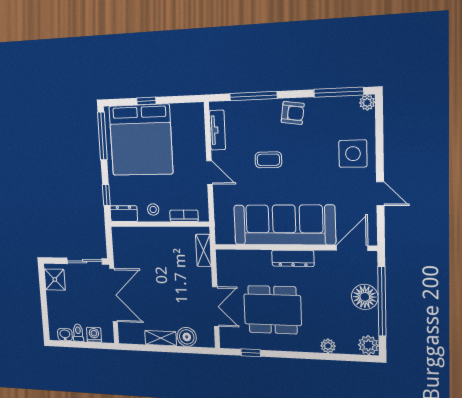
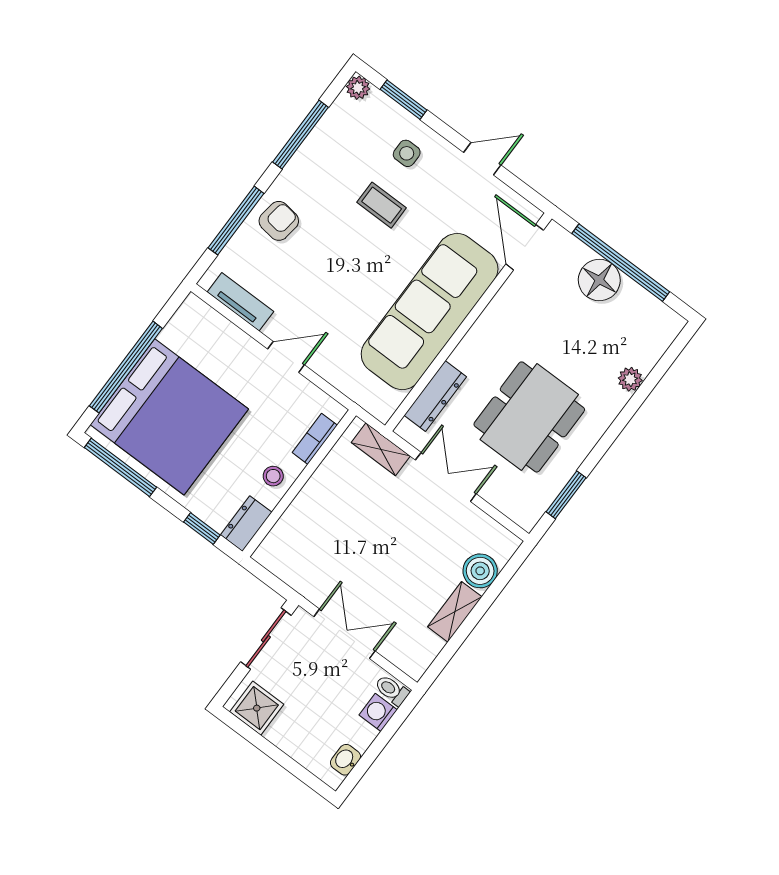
window: (339, 92) -> (301, 135), moved
window: (146, 101) -> (126, 367), width x3.17
armchair: (293, 113) -> (279, 221), moved
window: (379, 130) -> (403, 100), added
side table: (353, 154) -> (407, 153), width x0.54, depth x0.54
coffee table: (268, 160) -> (382, 205), moved, turned 90
dresser: (293, 258) -> (435, 396), moved
double door: (113, 295) -> (345, 634), width x0.73
double door: (216, 307) -> (446, 477), moved
toilet: (78, 333) -> (392, 690), moved
plant: (368, 345) -> (666, 325), removed
window: (251, 353) -> (566, 495), width x1.50

